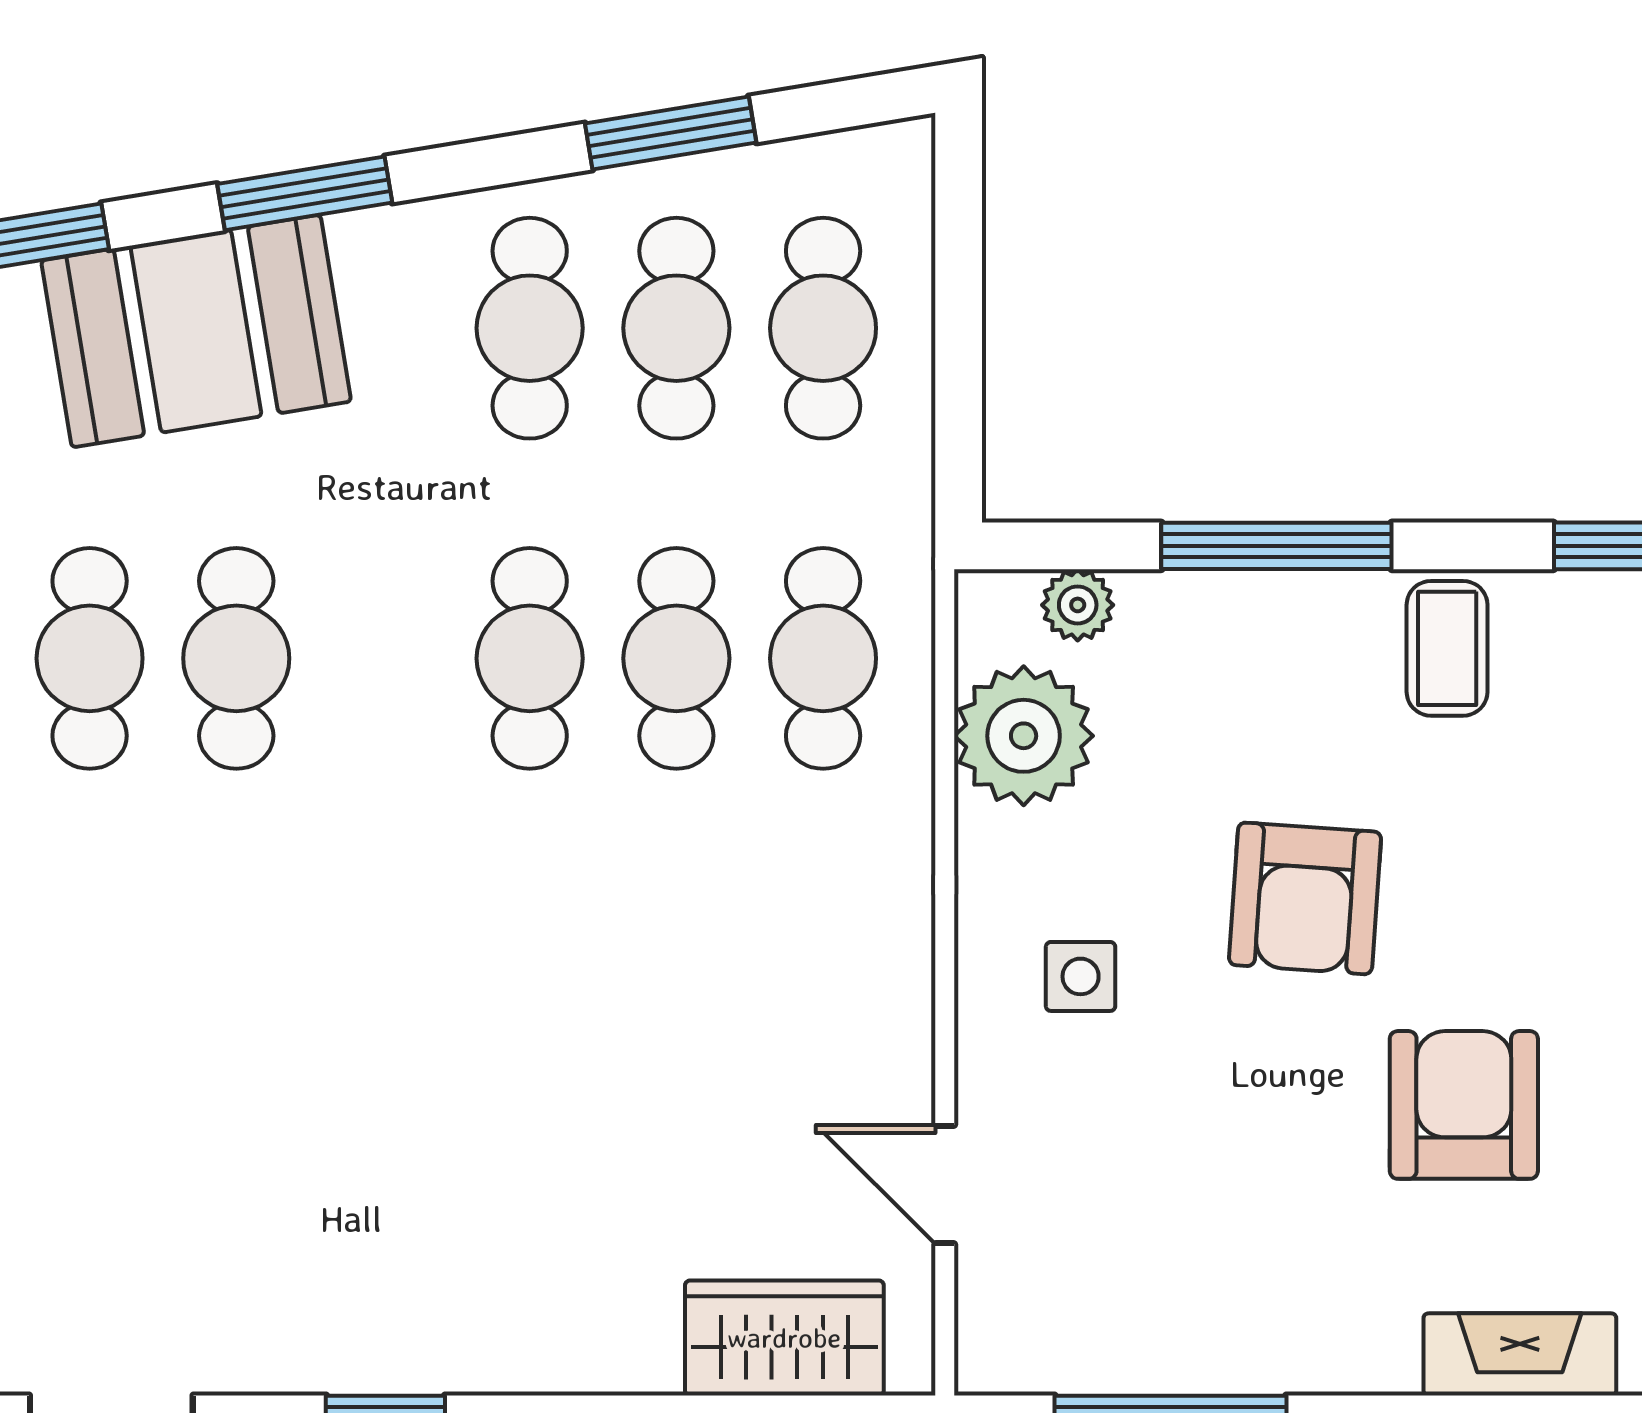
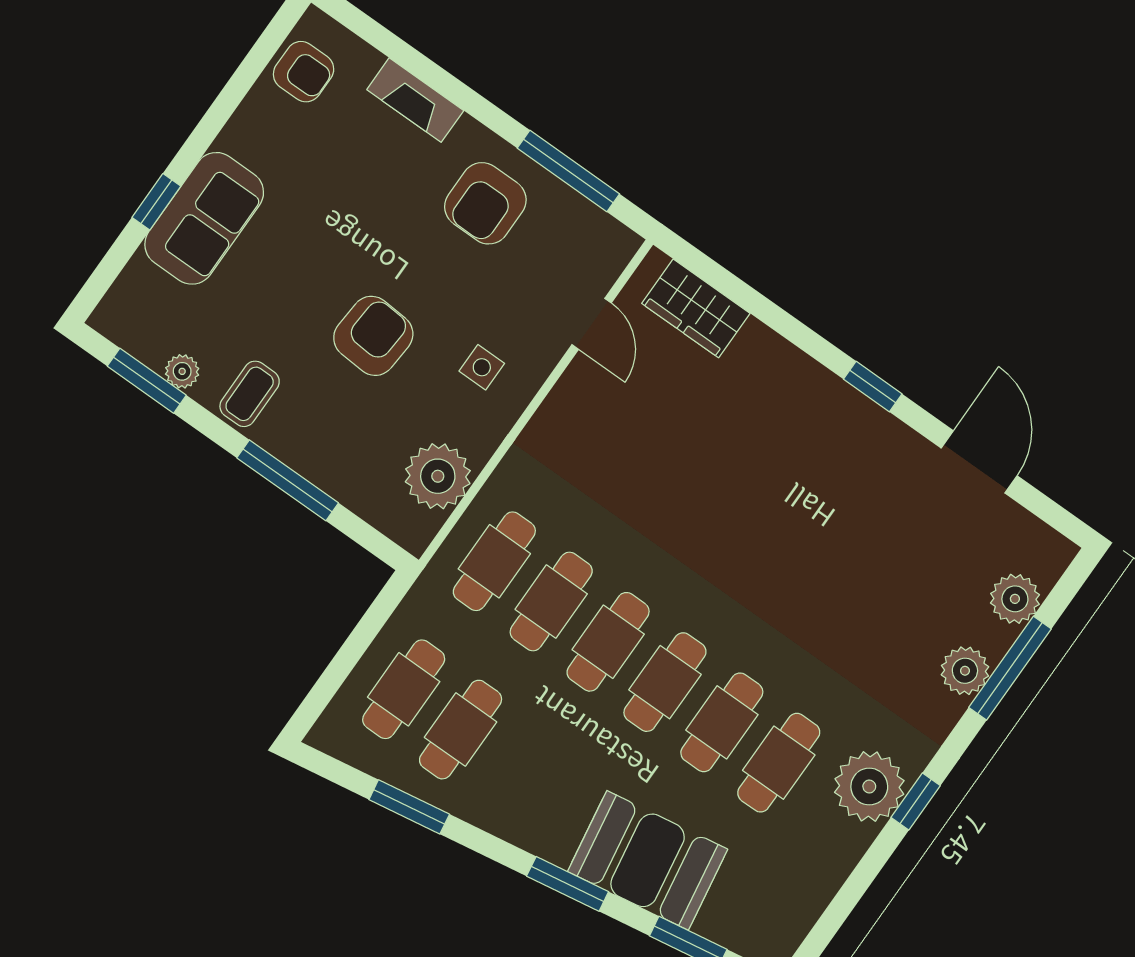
cafe table: (530, 328) -> (665, 682), moved
plant: (1078, 605) -> (182, 371), moved
armchair: (1464, 1105) -> (485, 203), moved

